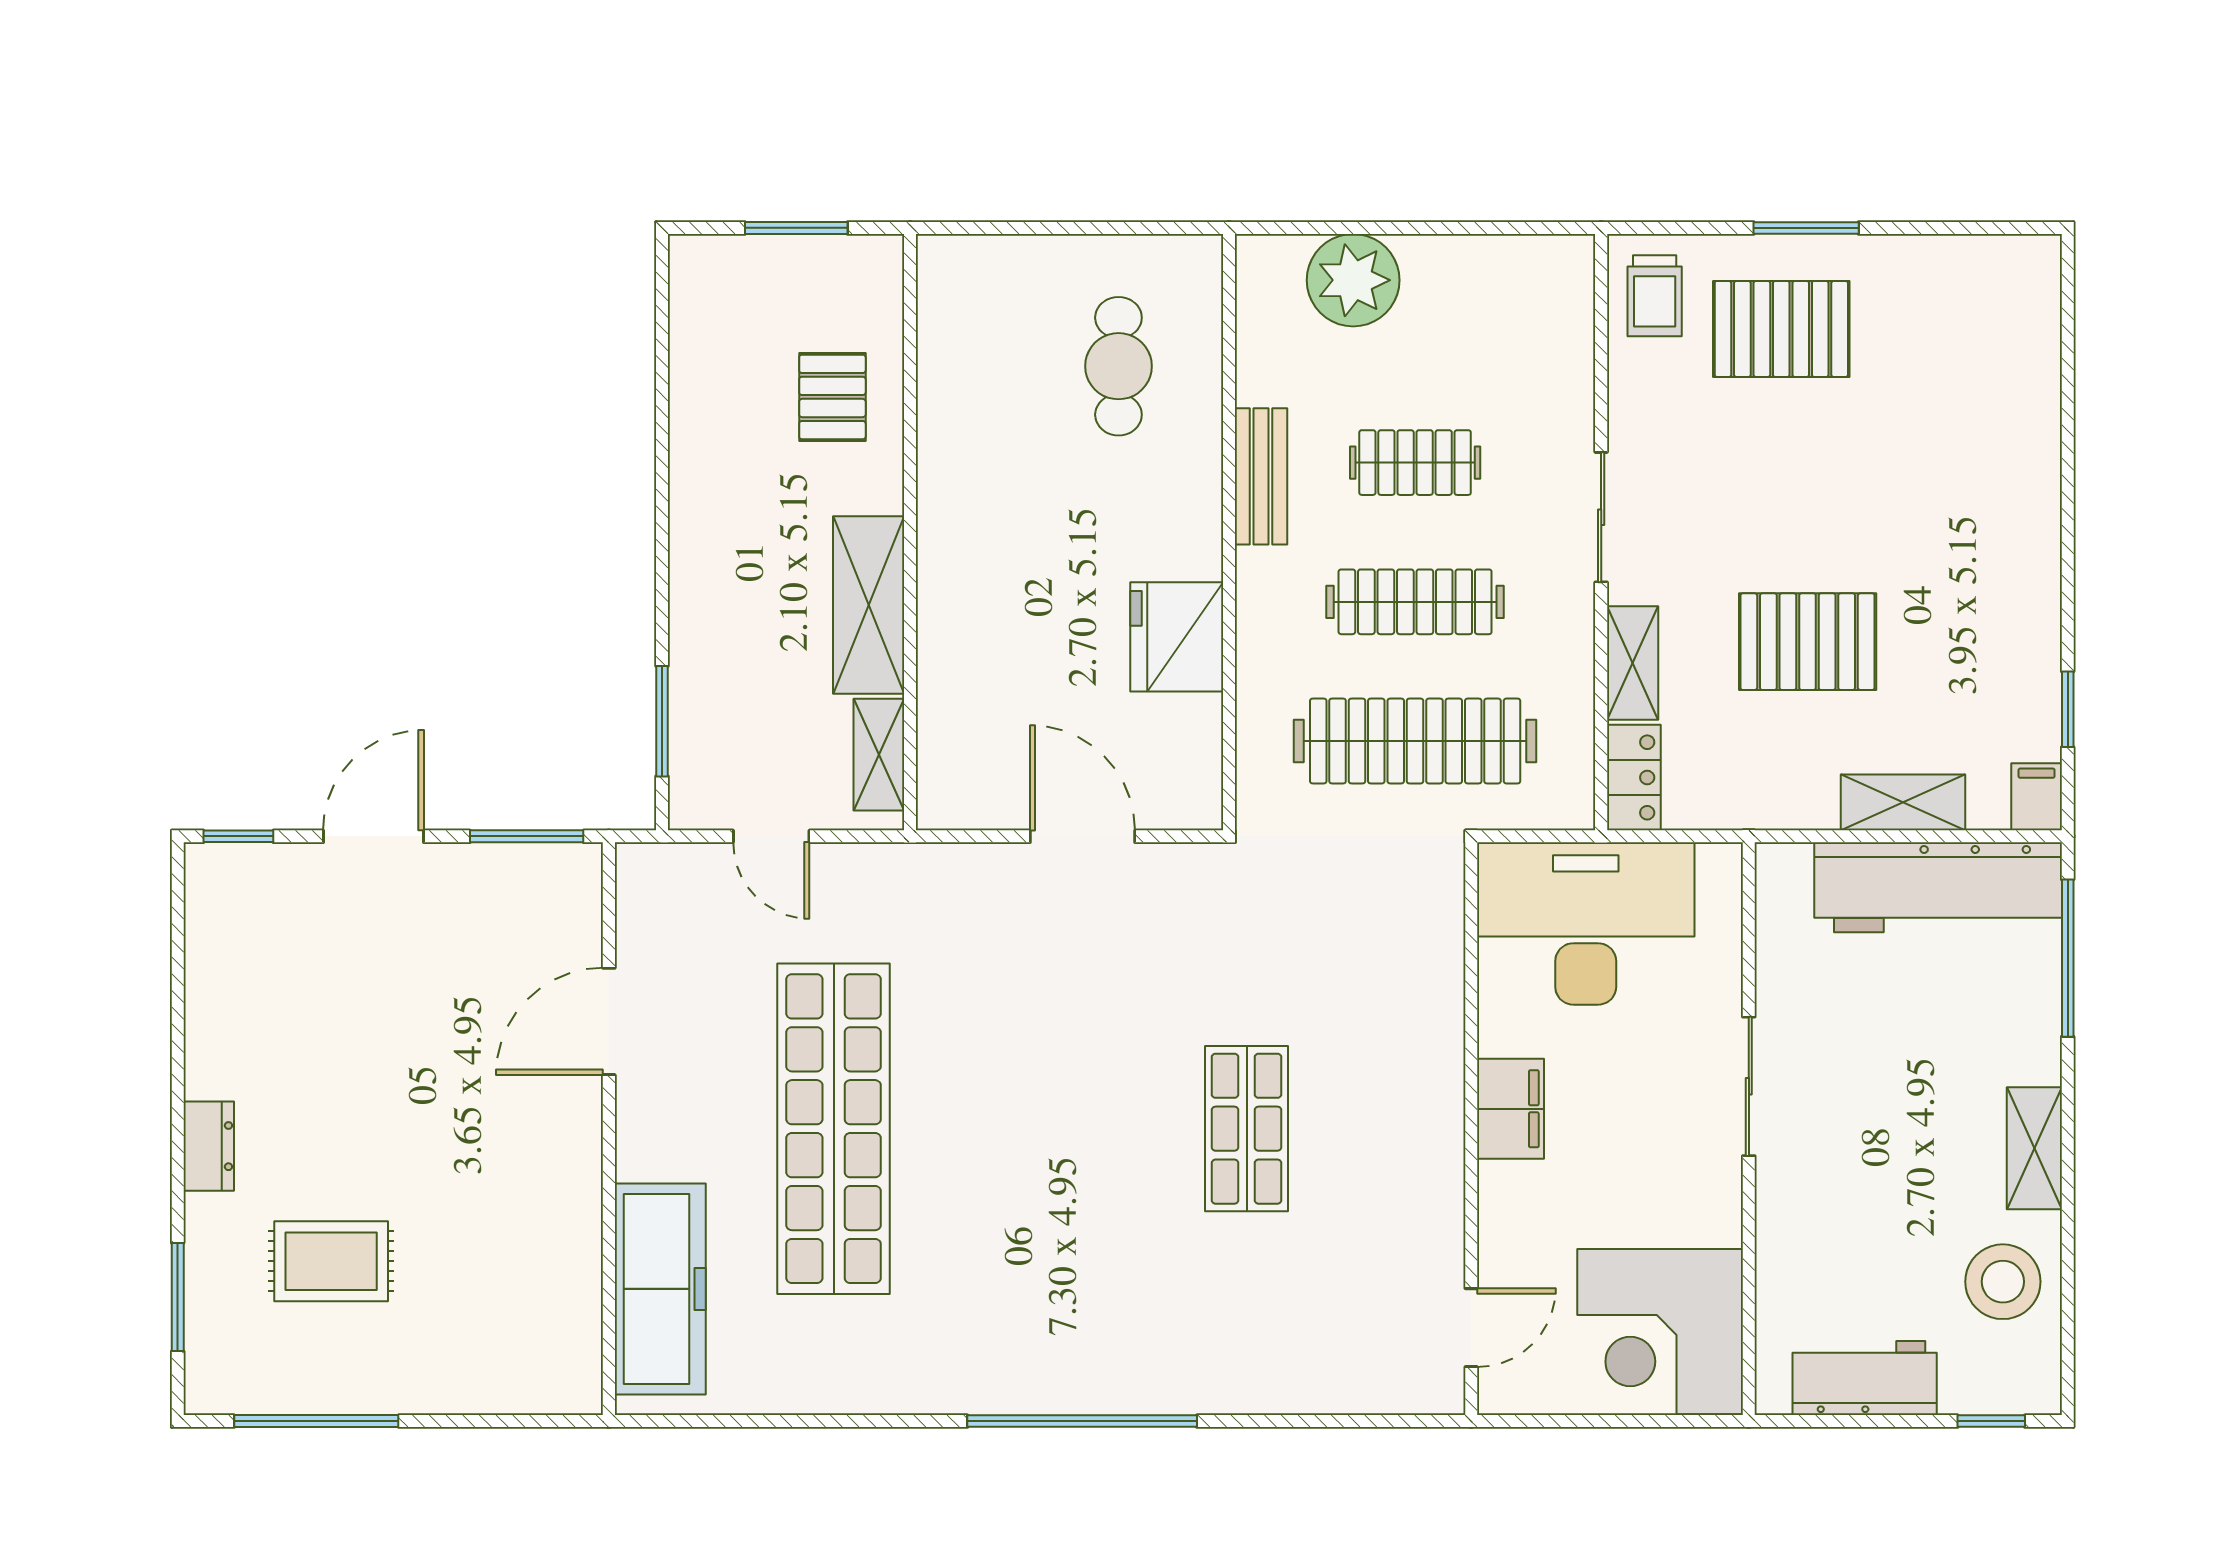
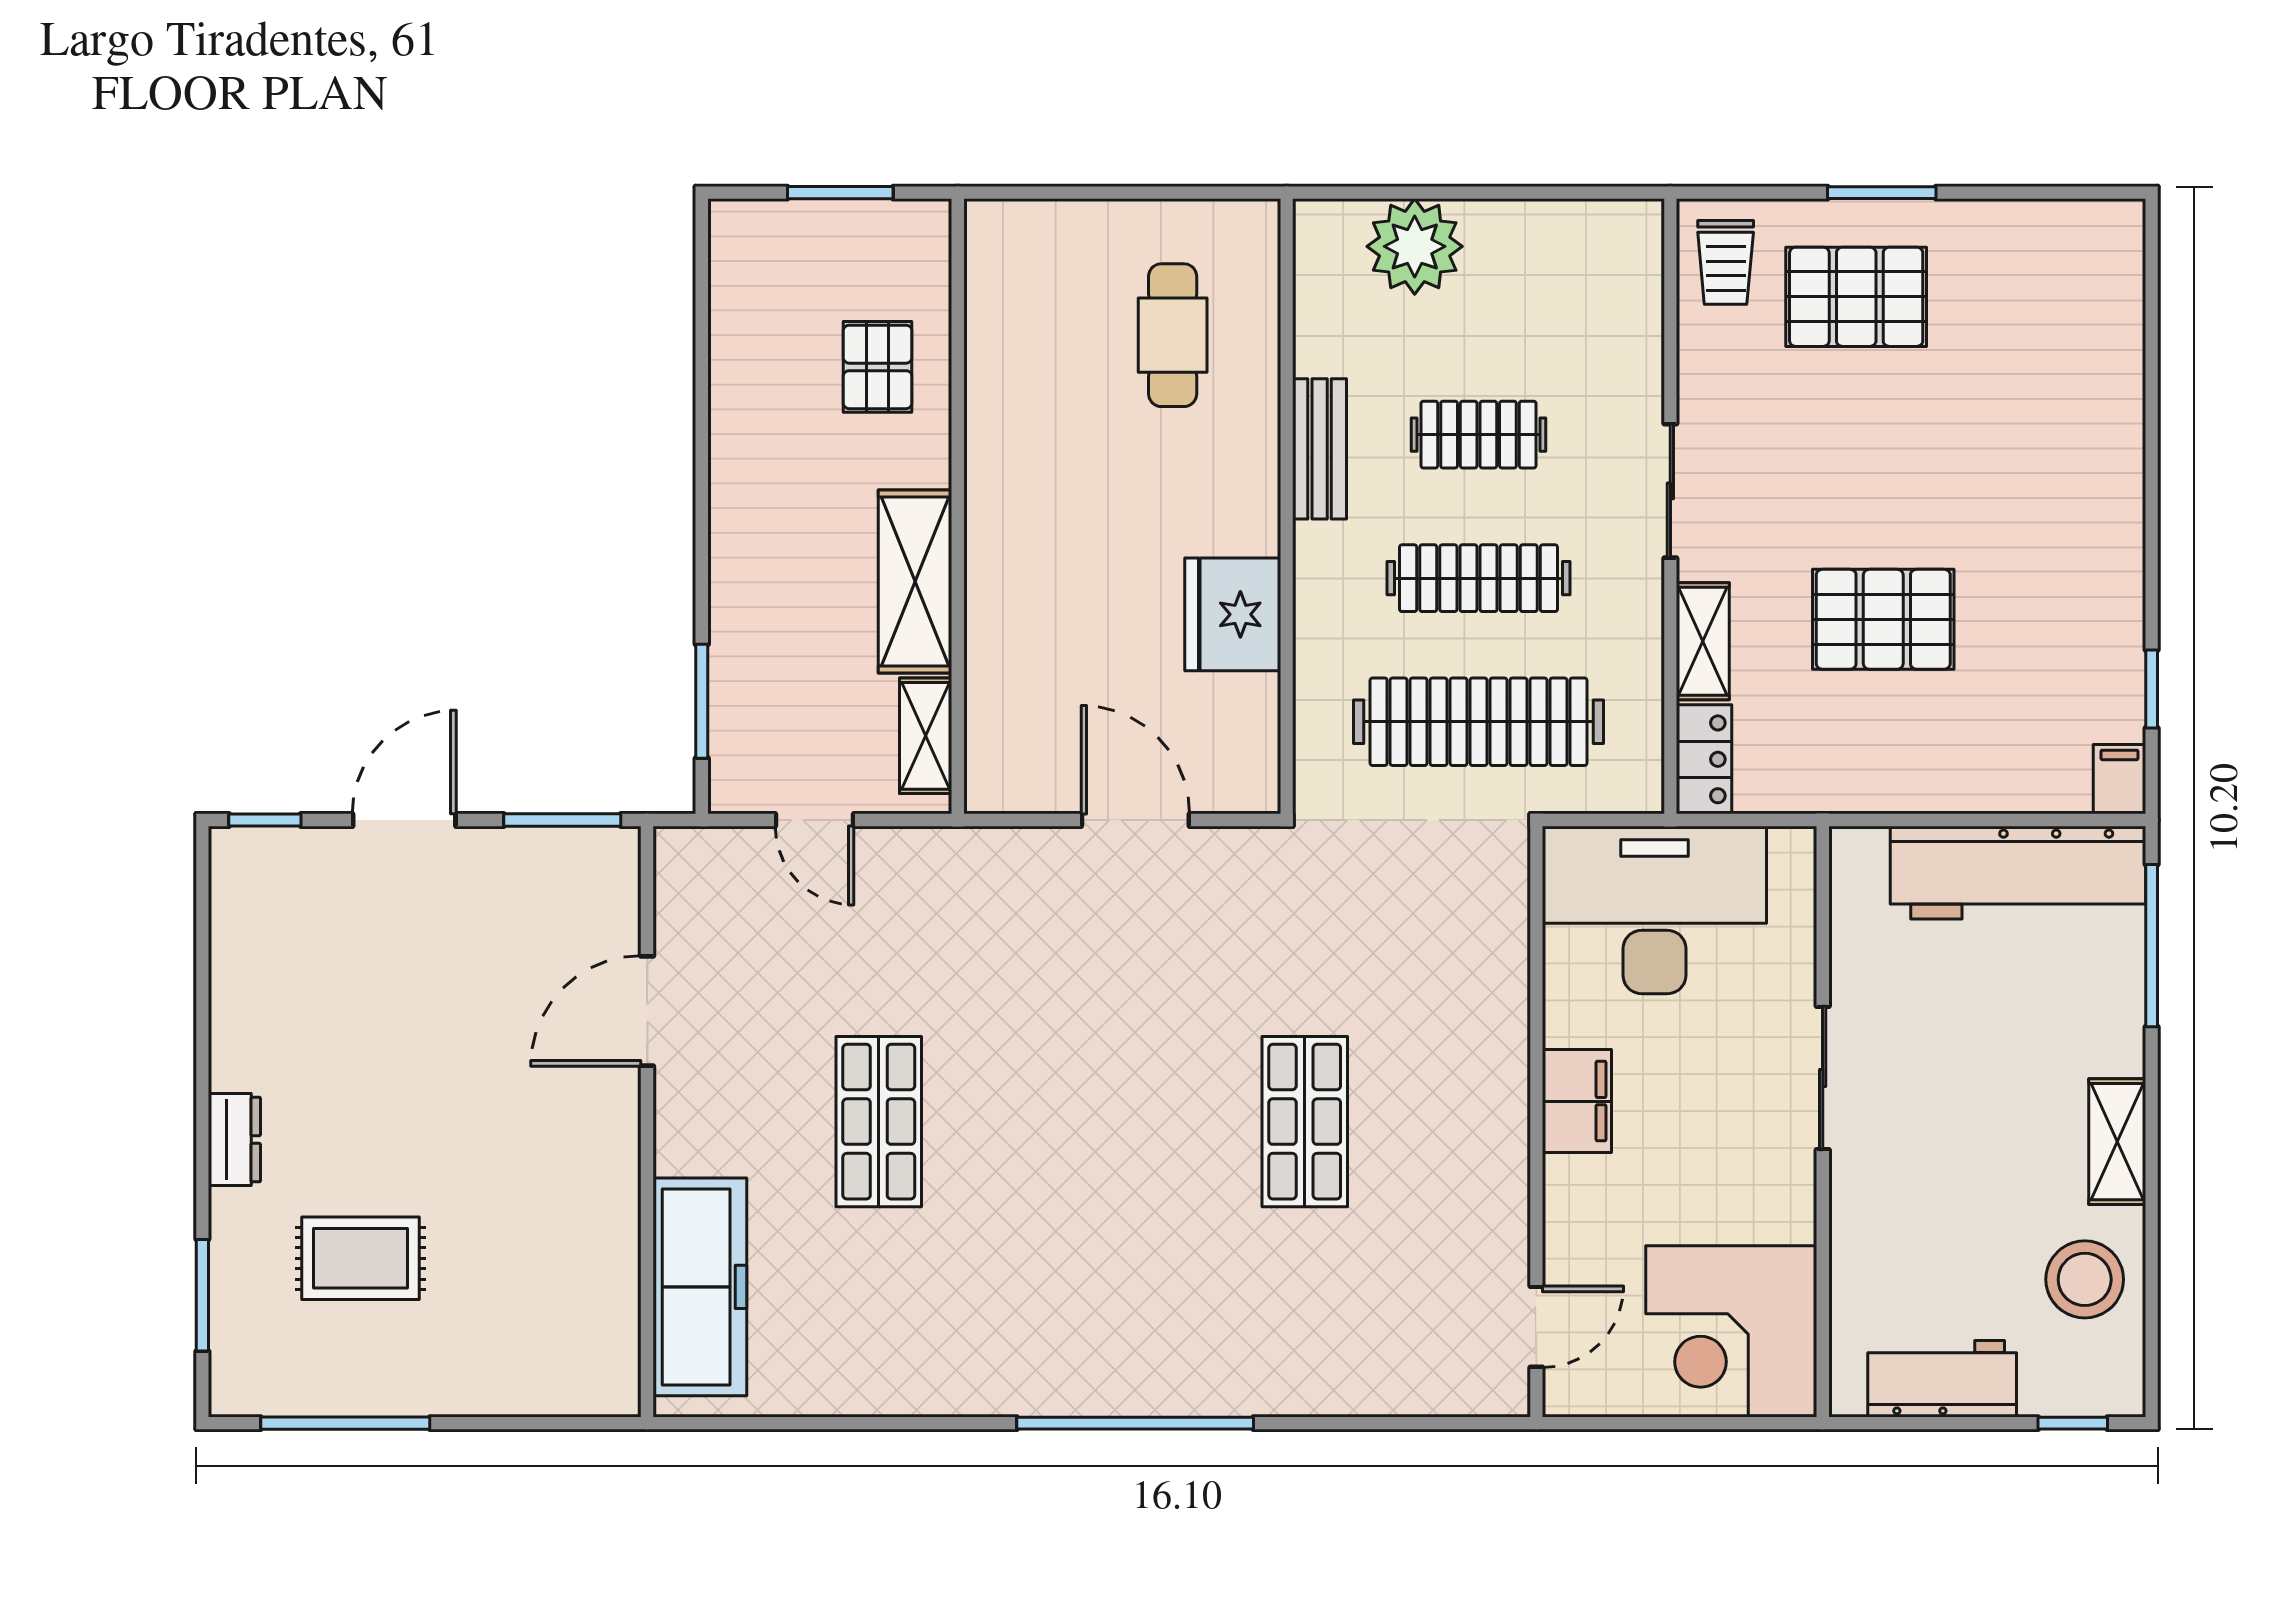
shelving: (1903, 802) -> (1982, 785), removed
shop shelf: (834, 1129) -> (879, 1122), width x0.50, depth x0.74

